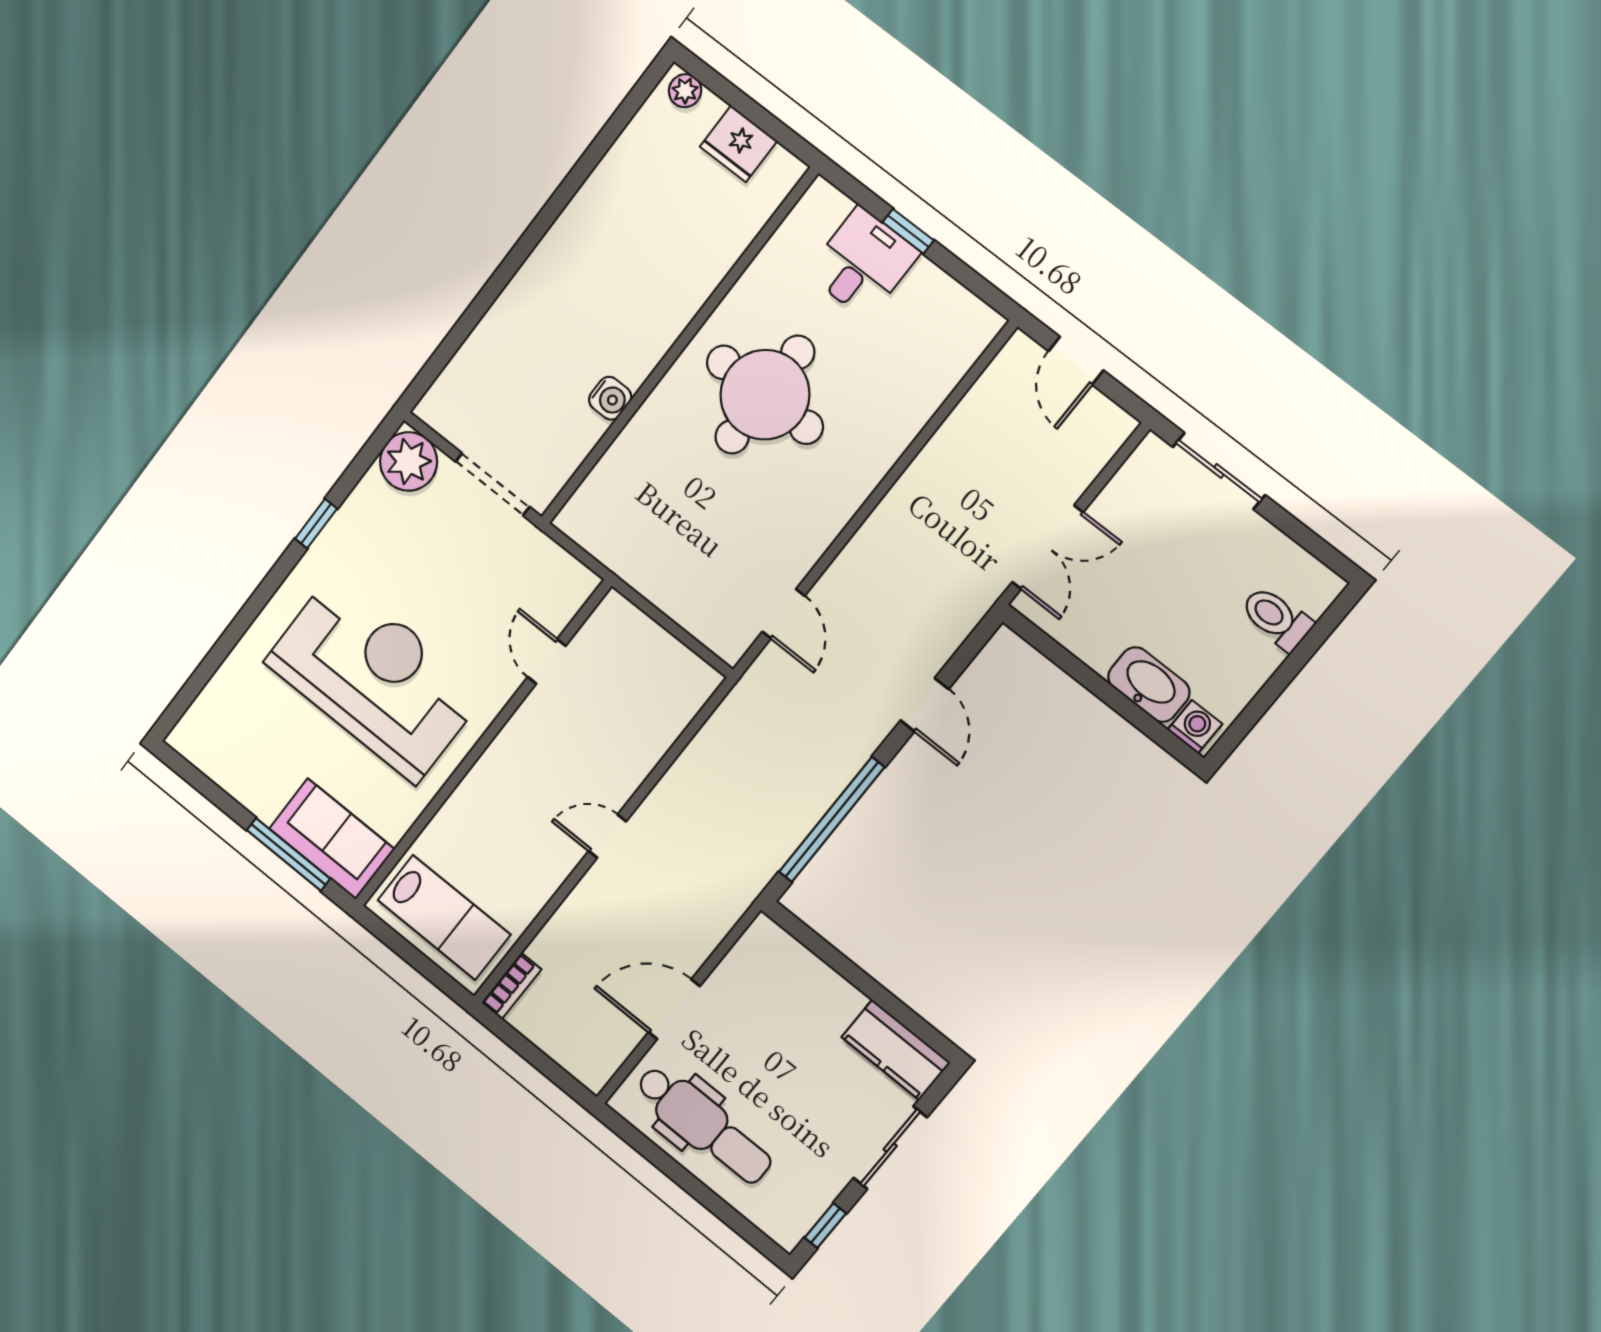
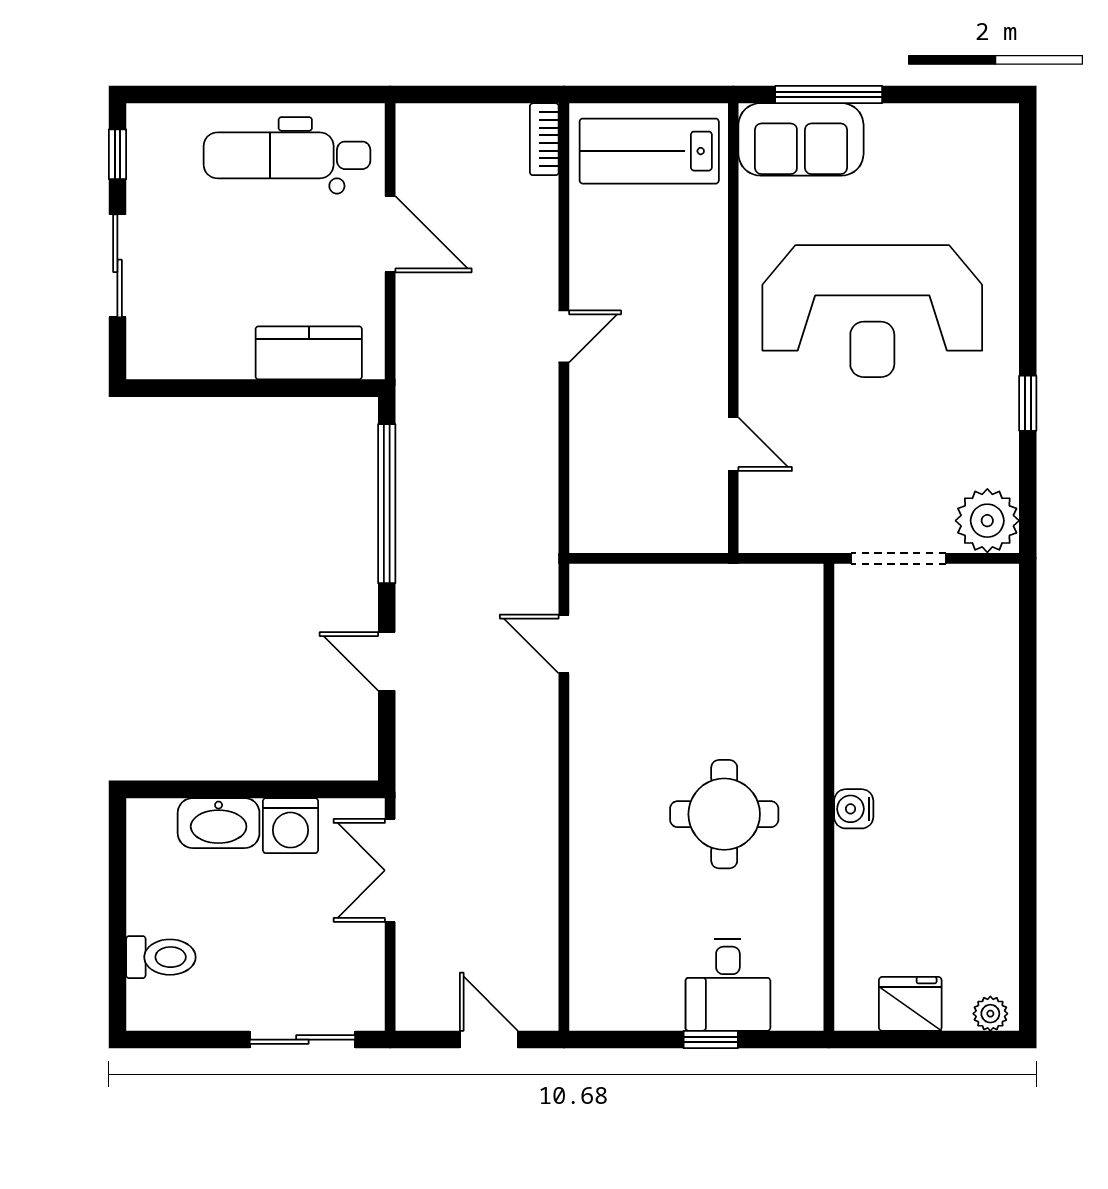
round table: (765, 395) -> (724, 814), width x0.73, depth x0.73
water cooler: (610, 398) -> (854, 809), moved
washing machine: (1195, 727) -> (290, 826), moved, width x1.38, depth x1.38
door: (674, 1009) -> (390, 234), hinge flipped
kitchen counter: (896, 1050) -> (309, 353), moved

